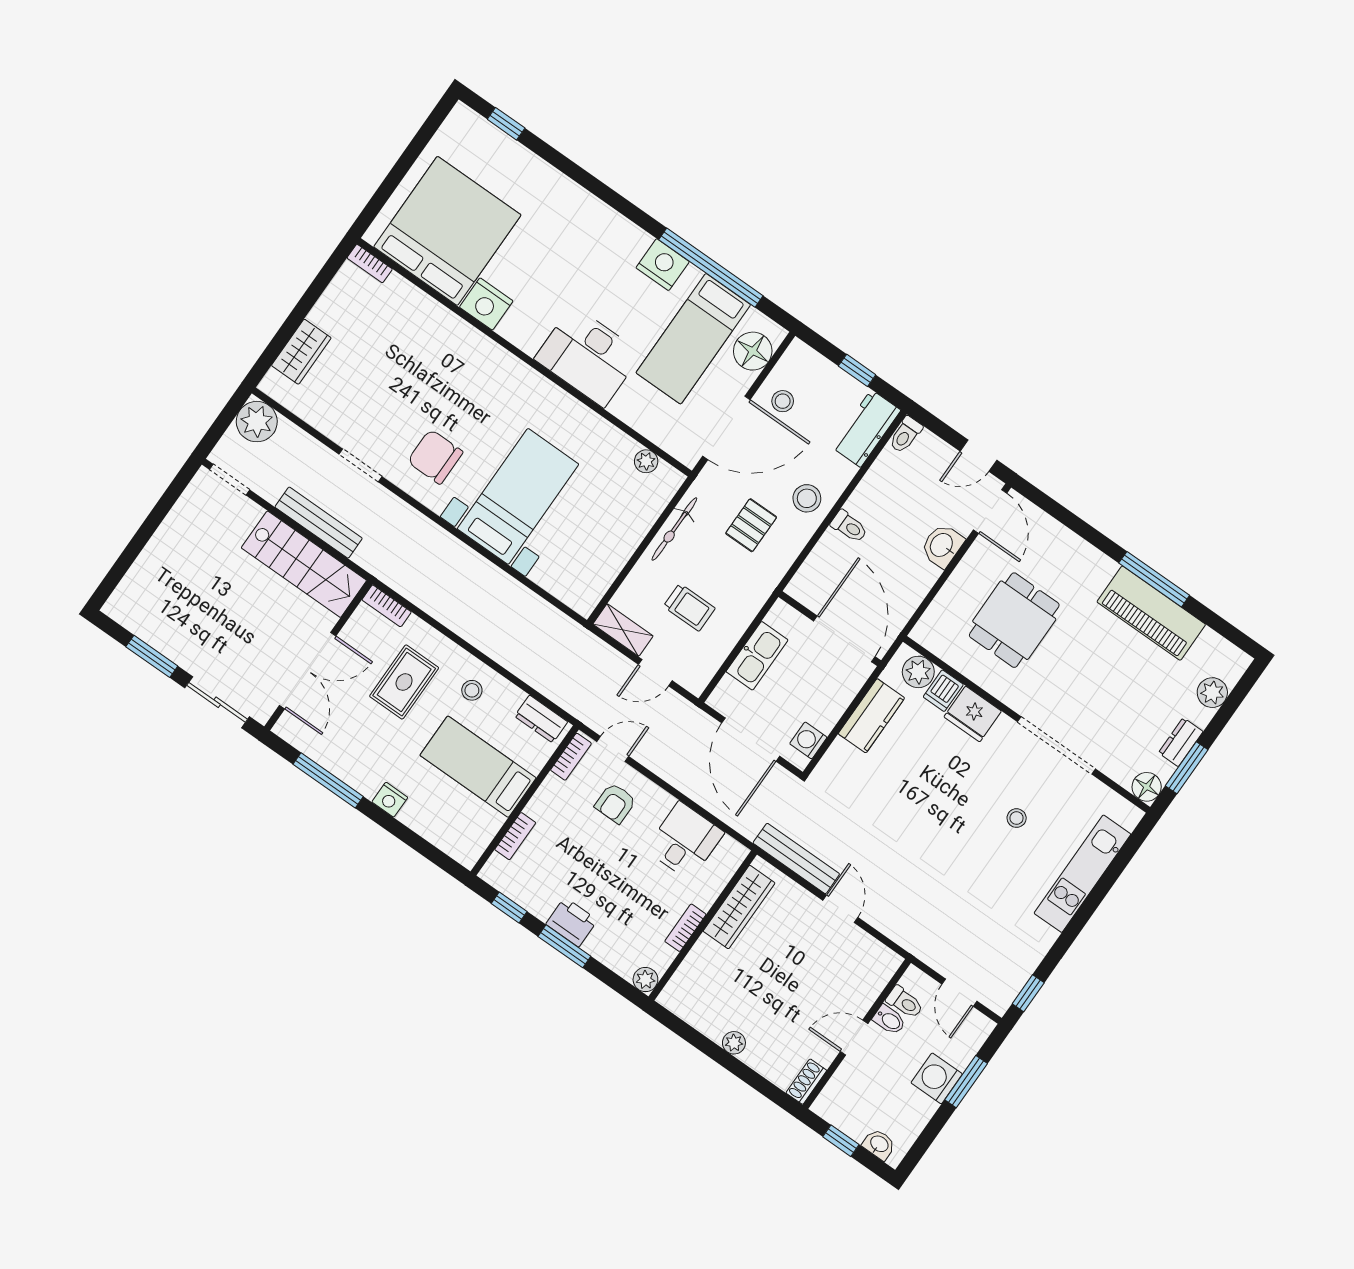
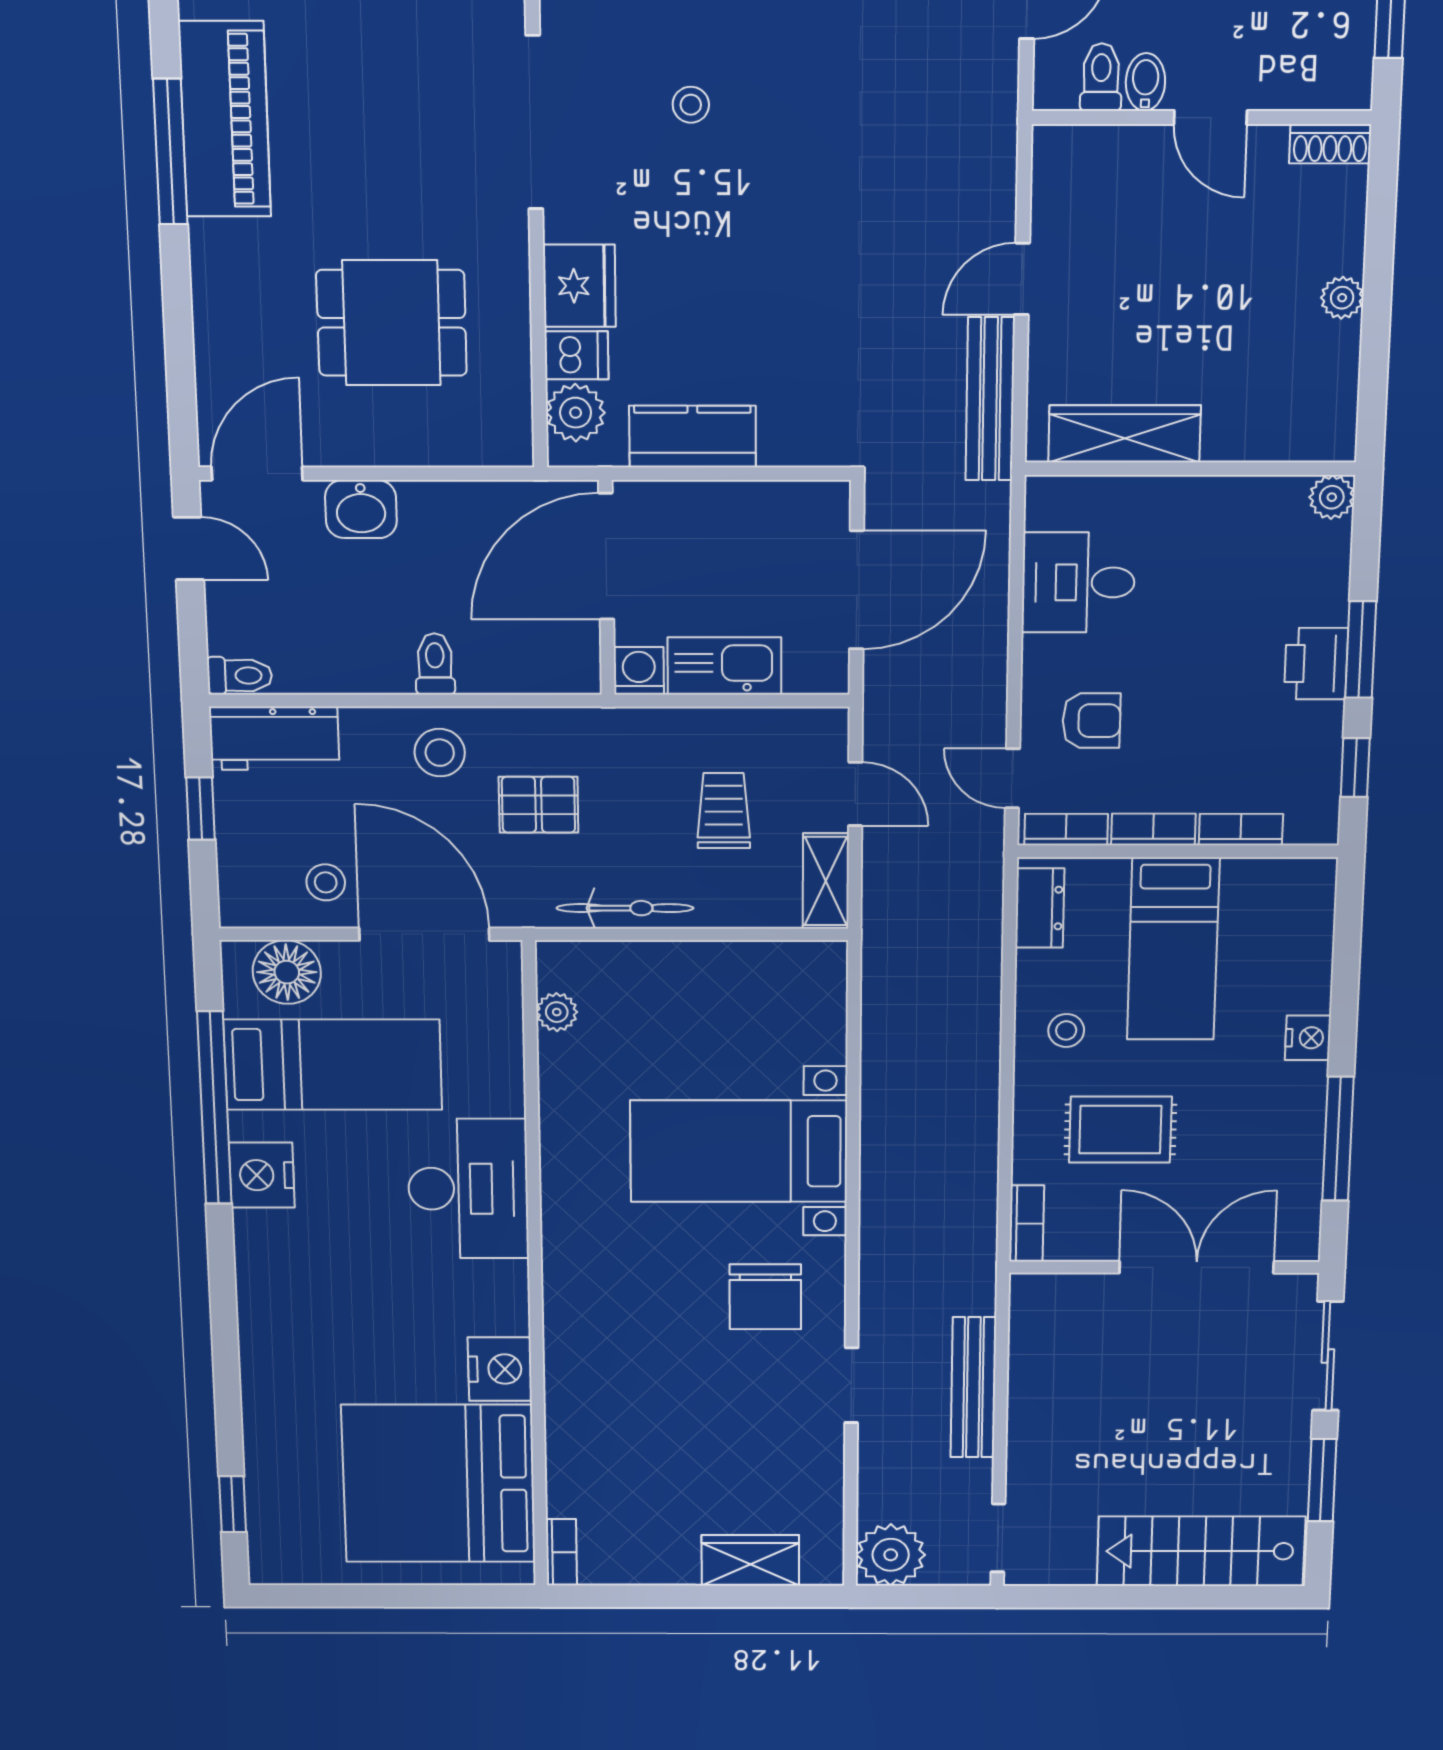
stairs: (304, 564) -> (1201, 1551), moved, turned -90
washing machine: (808, 740) -> (639, 671), moved, turned 180
bookcase: (685, 928) -> (1153, 829), moved, turned 180

